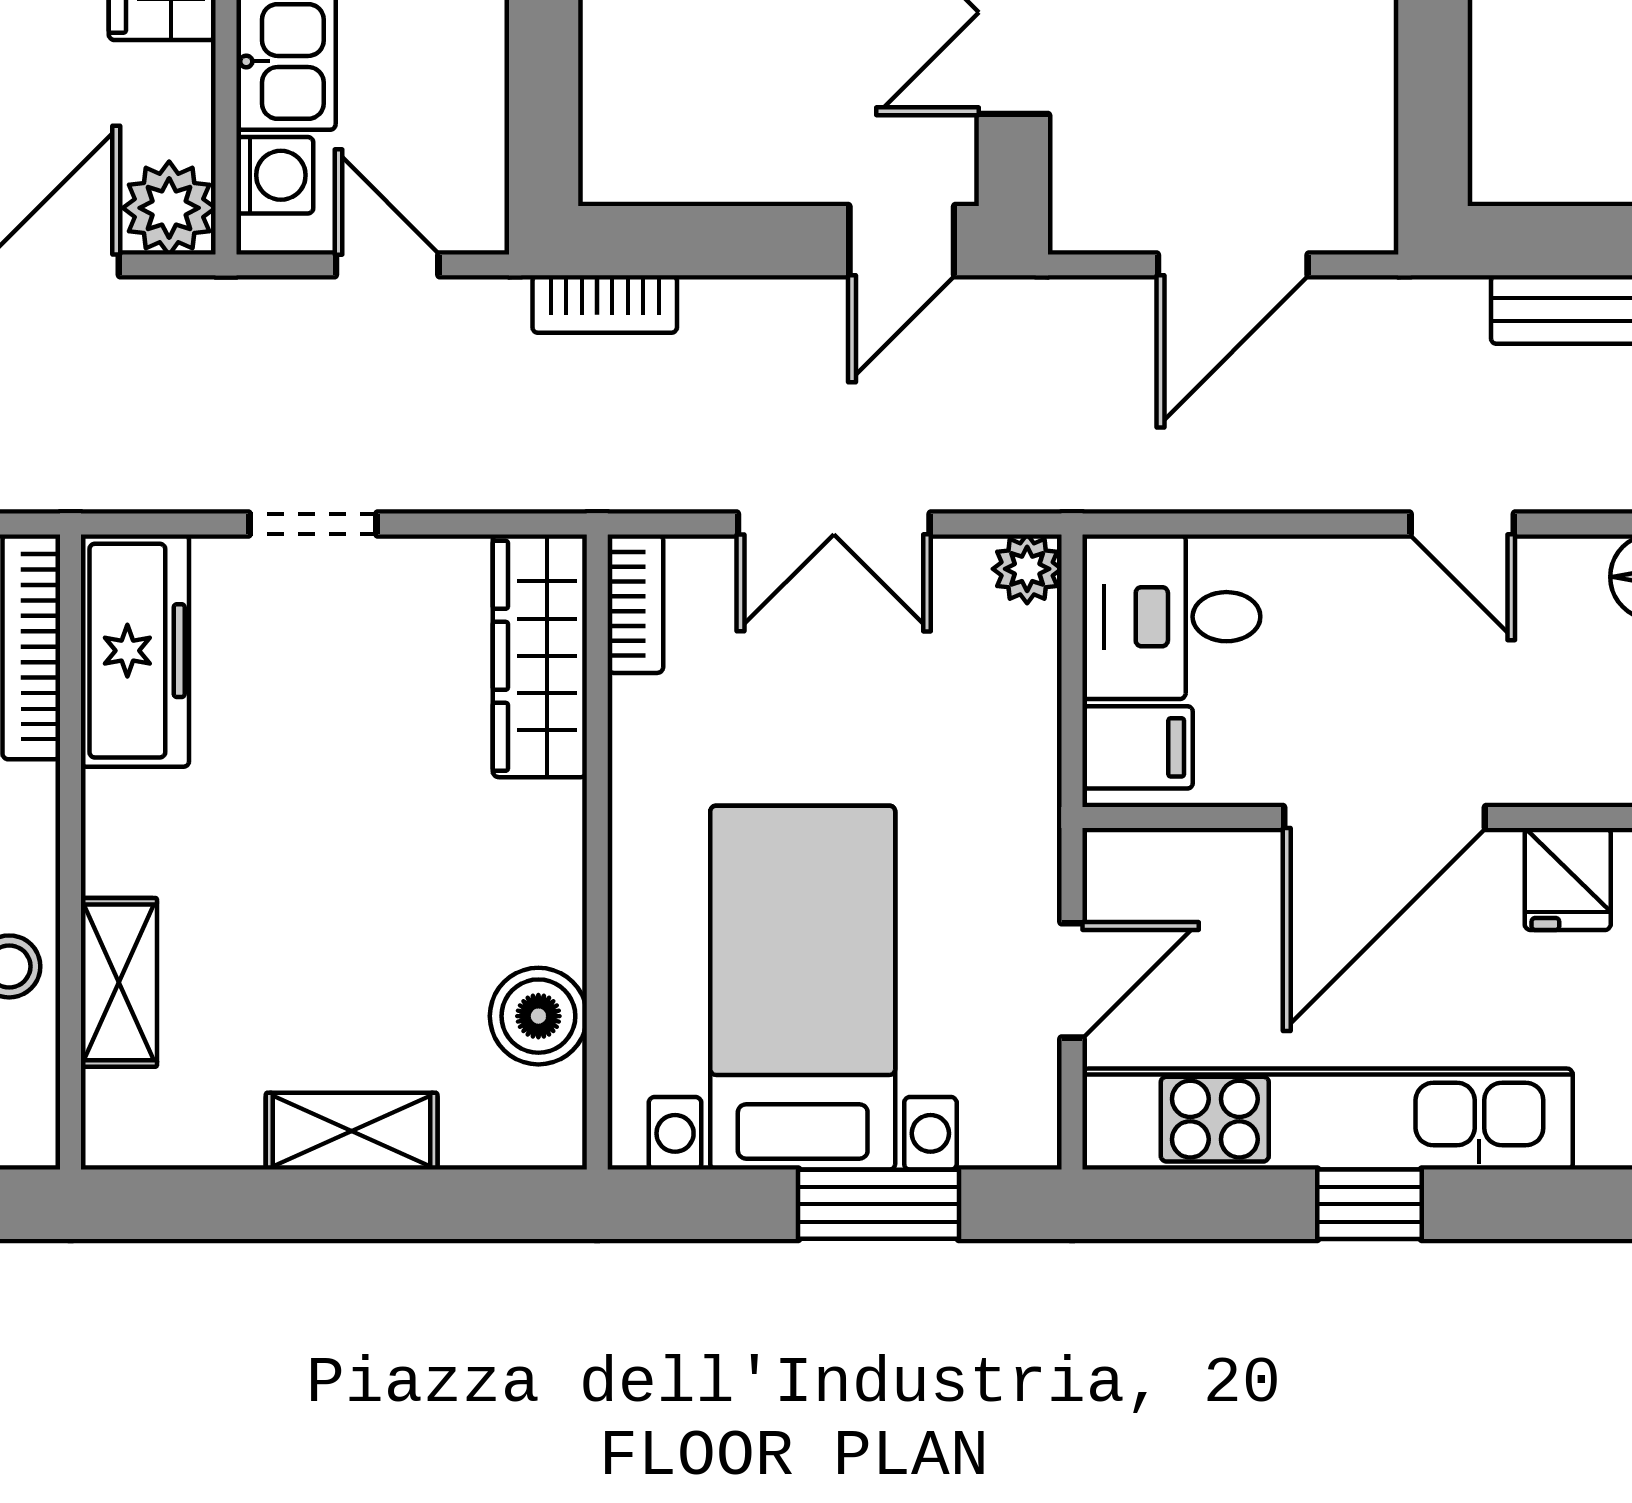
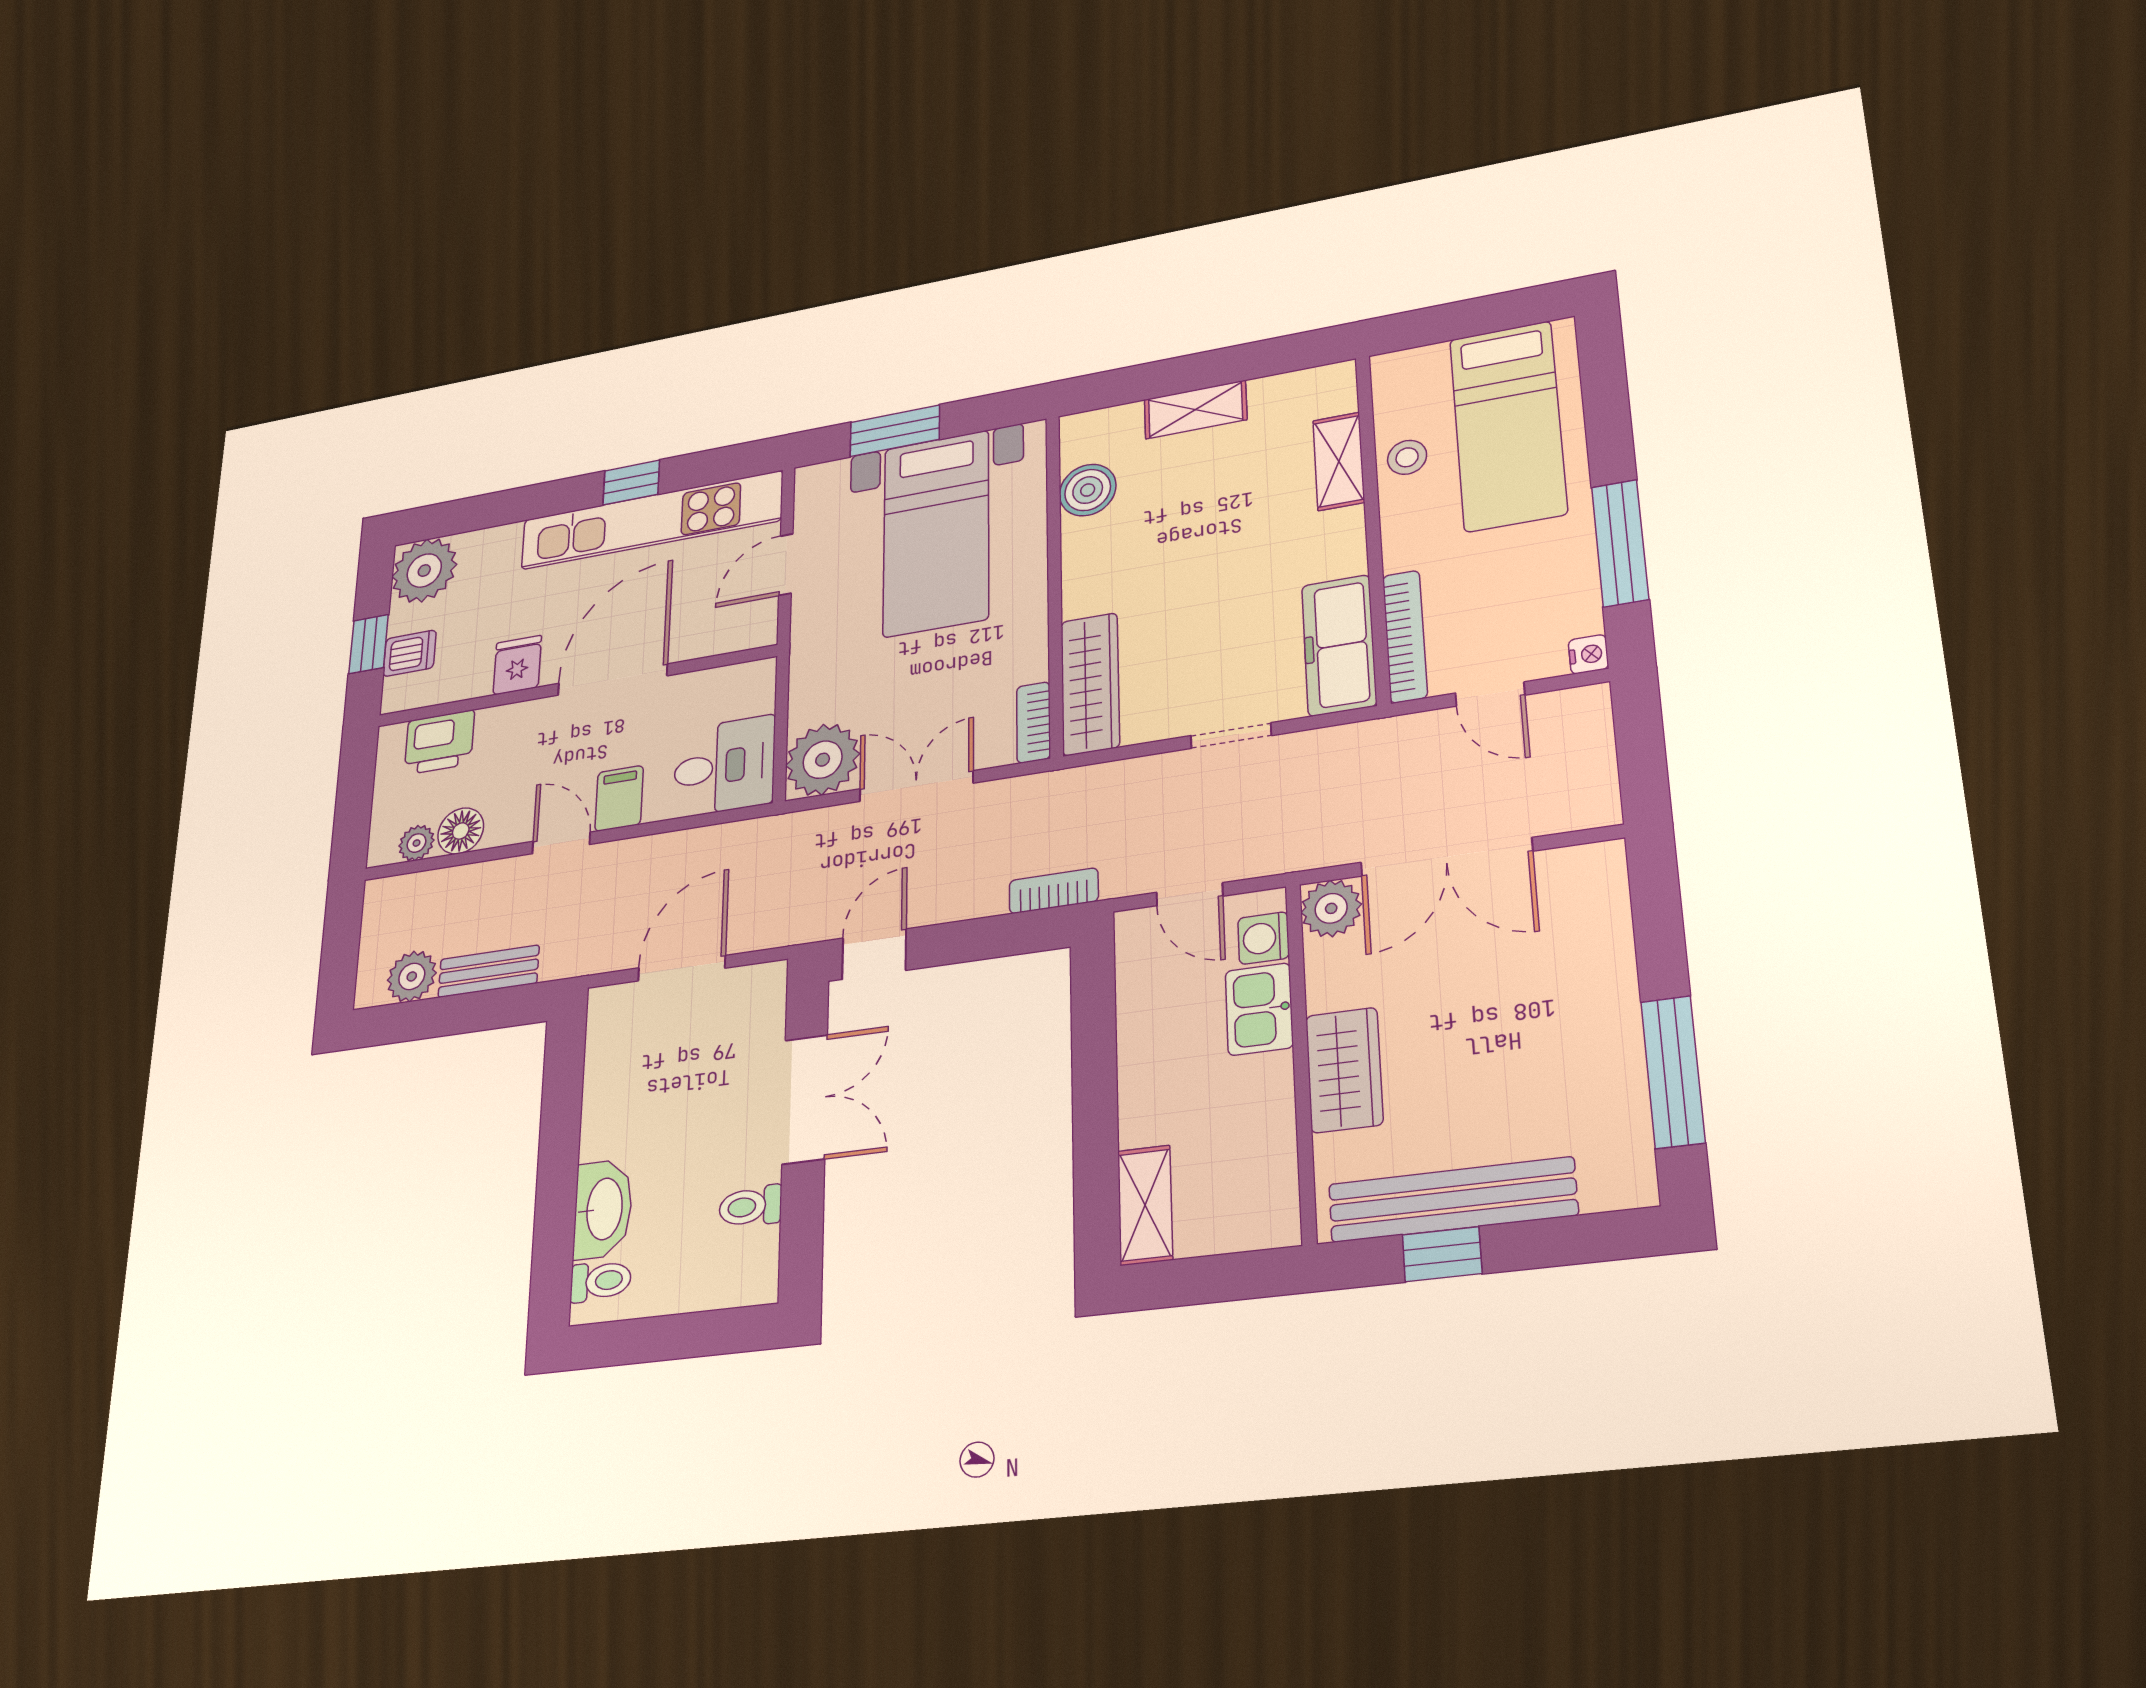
plant: (1027, 569) -> (823, 760), width x1.88, depth x1.88
filing cabinet: (1138, 747) -> (619, 798), moved, turned 90

